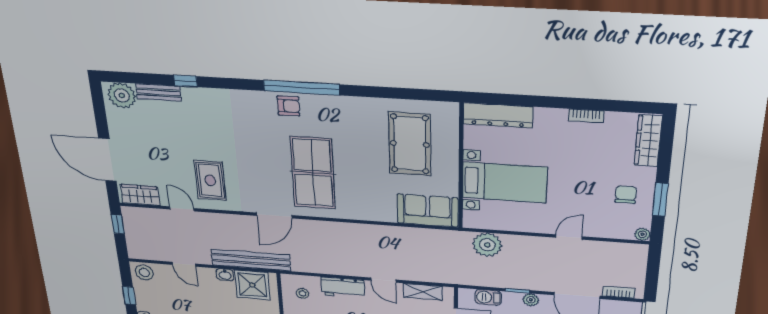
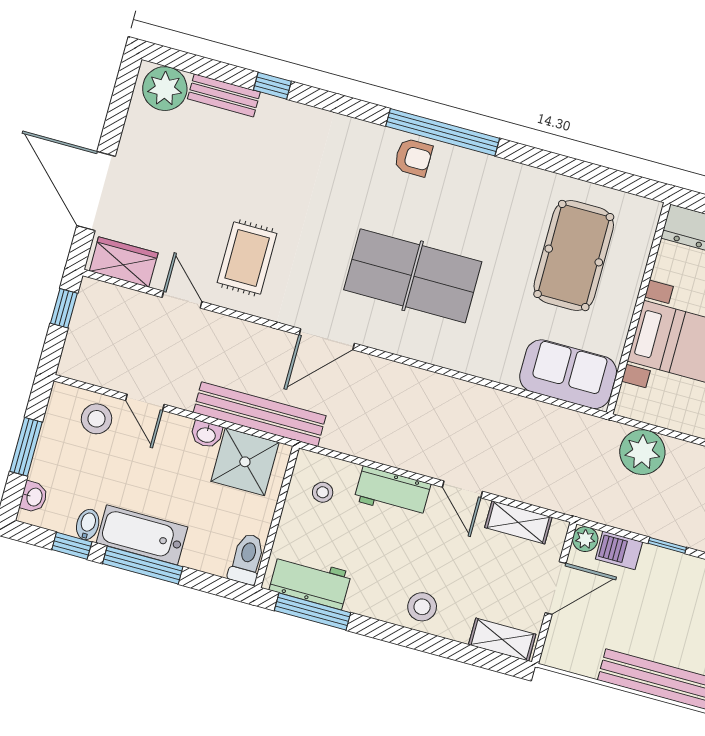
table tennis table: (313, 173) -> (413, 276), turned 90
stool: (144, 273) -> (97, 419), moved
window: (129, 296) -> (26, 447), width x1.50
plant: (531, 300) -> (585, 539), moved

